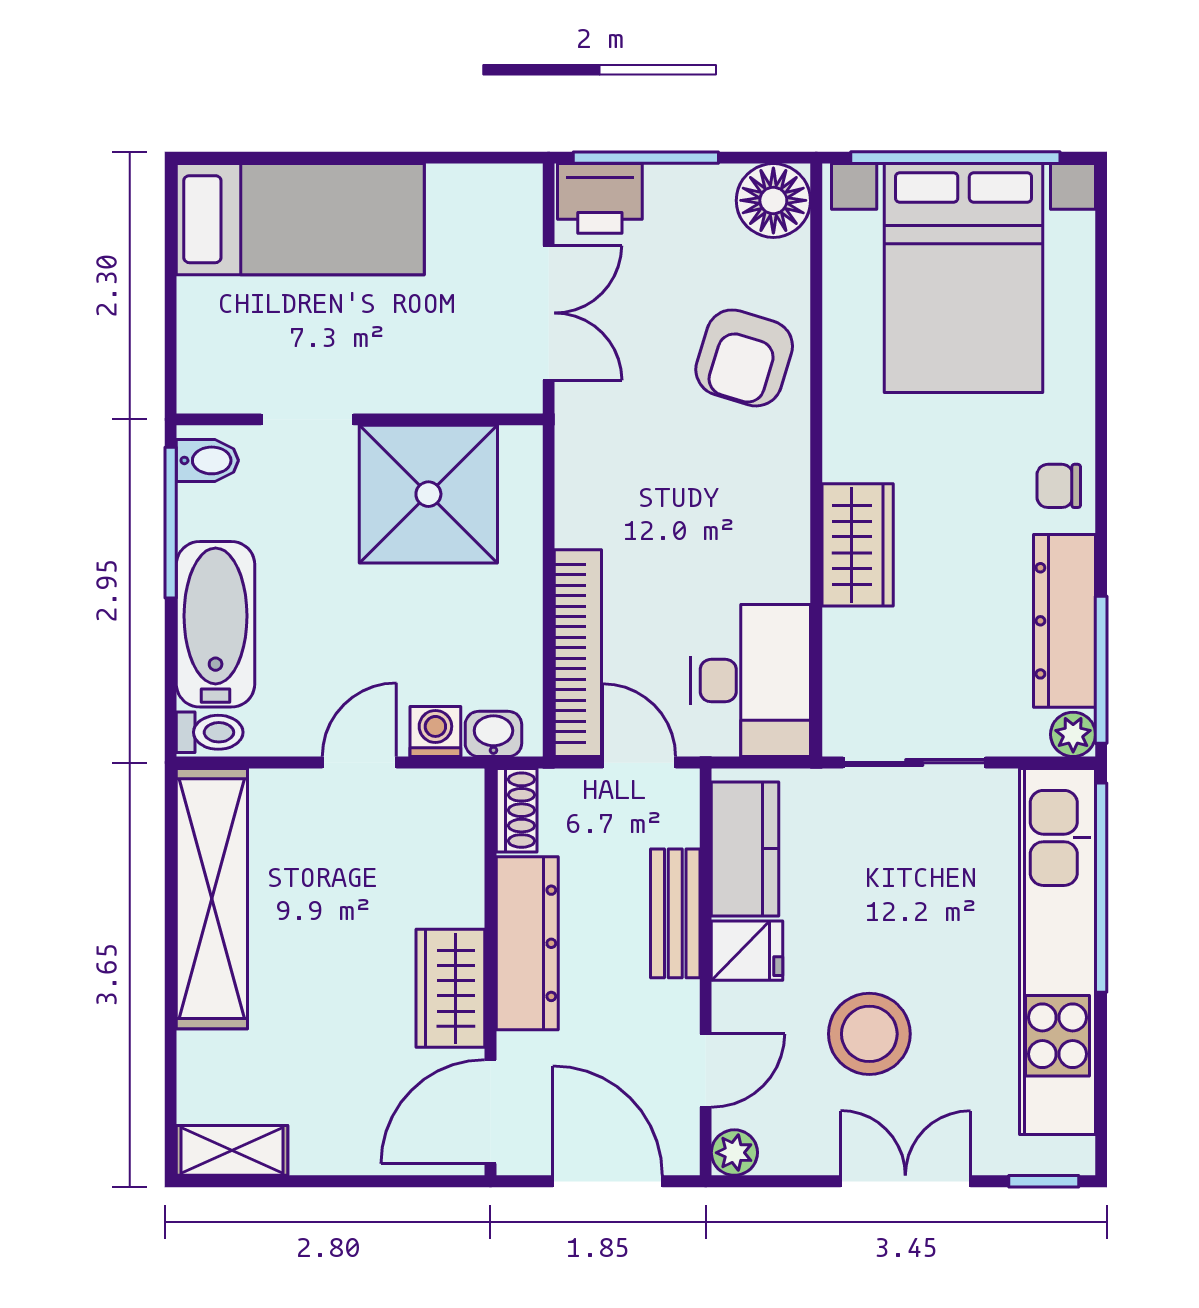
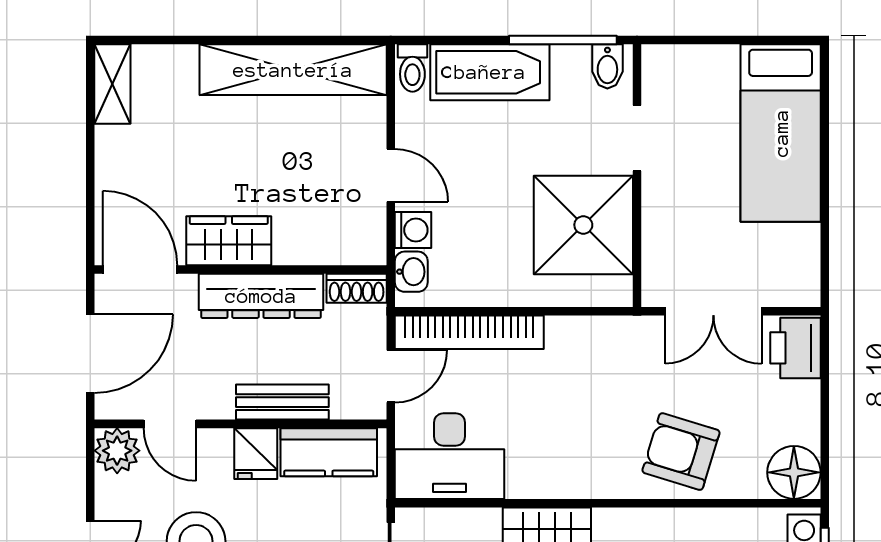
window: (646, 158) -> (825, 381), removed
plant: (734, 1153) -> (117, 451), width x1.38, depth x1.38

